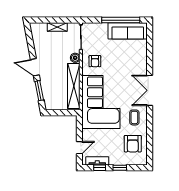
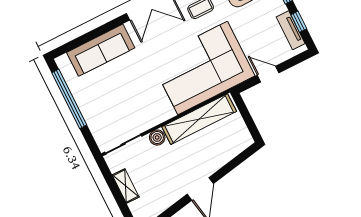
sofa: (128, 31) -> (101, 50), moved, turned 90
armchair: (95, 61) -> (148, 106), removed
window: (39, 91) -> (231, 166), removed
door: (79, 148) -> (268, 74), moved

